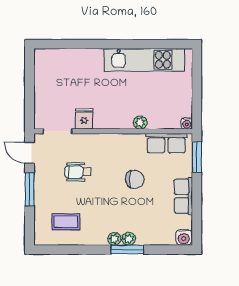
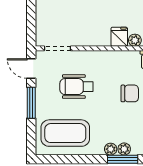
fridge: (84, 119) -> (119, 37), moved
wheelchair: (78, 172) -> (77, 87), width x1.36, depth x1.37
coffee table: (66, 222) -> (65, 133), width x1.86, depth x1.72

